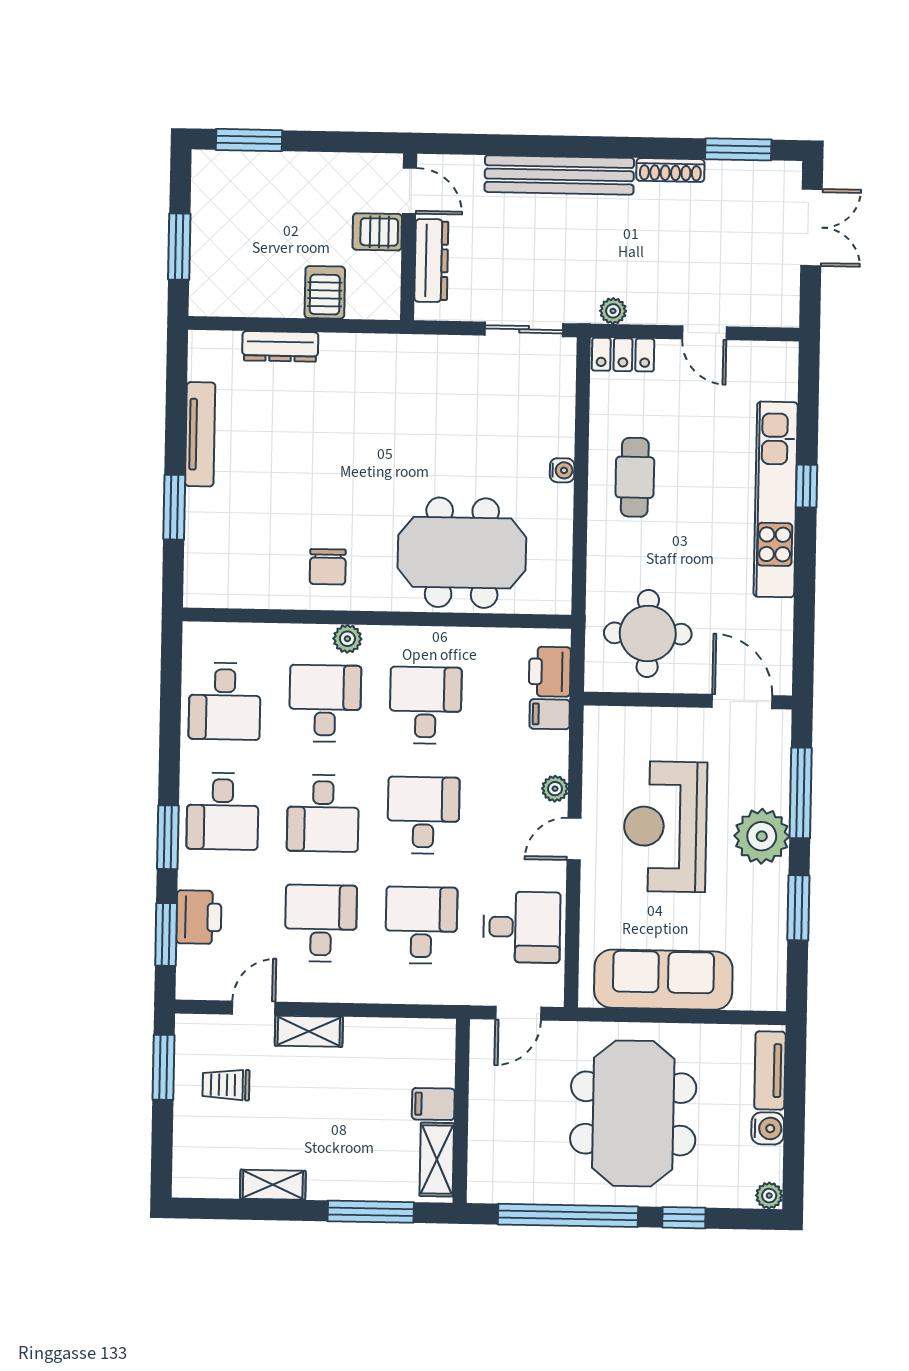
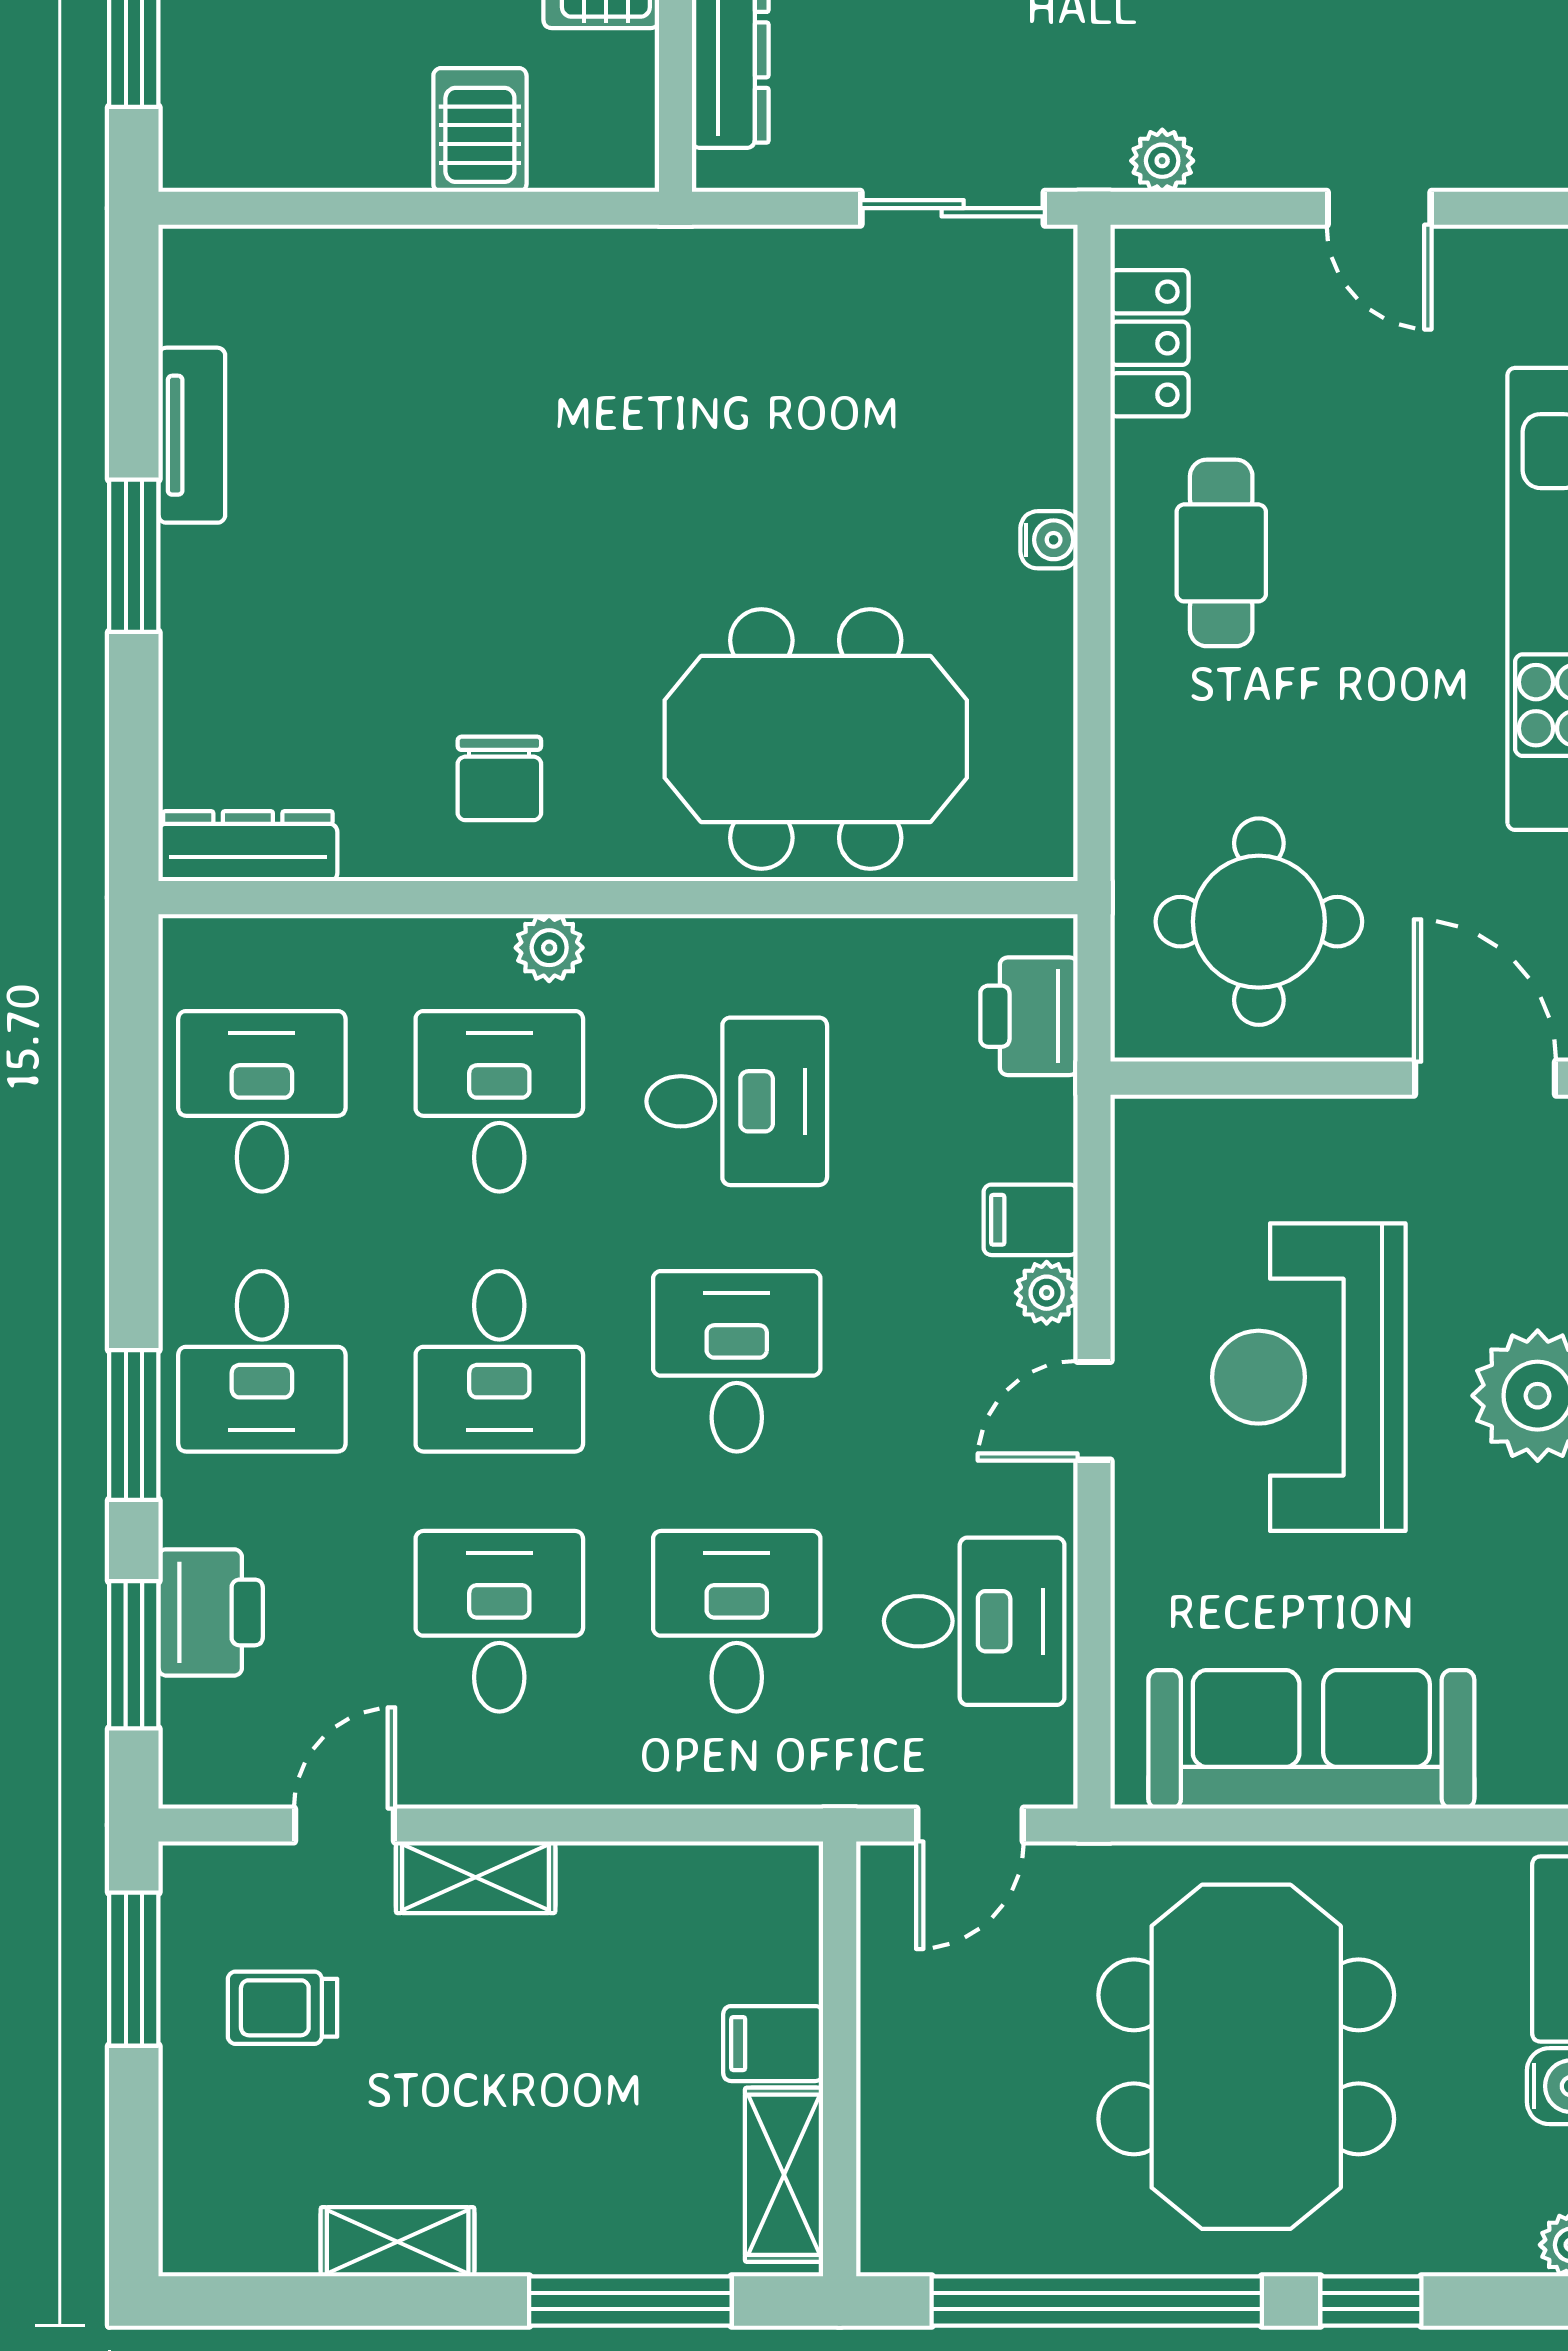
dresser: (280, 346) -> (248, 846), moved, turned 180
locker: (623, 355) -> (1149, 343), moved, turned -90
tv unit: (200, 434) -> (192, 435), width x0.71
window: (174, 507) -> (134, 556), moved
desk: (225, 701) -> (262, 1101), turned 180
desk: (426, 705) -> (737, 1101), turned 90
filing cabinet: (550, 714) -> (1031, 1220), moved

